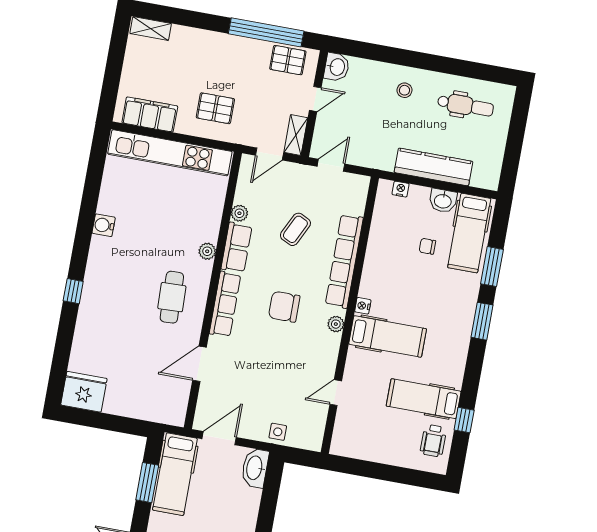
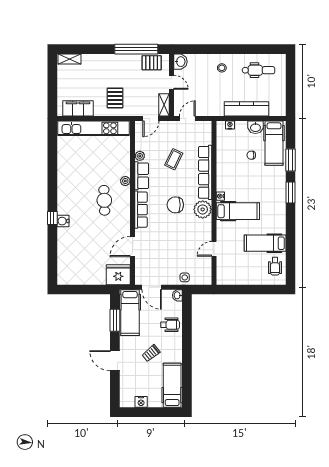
door: (315, 99) -> (171, 82), hinge flipped
pallet: (215, 108) -> (115, 98), turned 90
water cooler: (104, 225) -> (63, 221), moved
cafe table: (172, 297) -> (104, 200), moved
plant: (336, 324) -> (203, 209), width x1.88, depth x1.88
fridge: (84, 392) -> (118, 275), moved
window: (464, 420) -> (291, 251), removed
door: (219, 438) -> (152, 287), swing flipped
washbasin: (255, 468) -> (177, 295), width x0.52, depth x0.69
wheelchair: (239, 507) -> (170, 325), added

